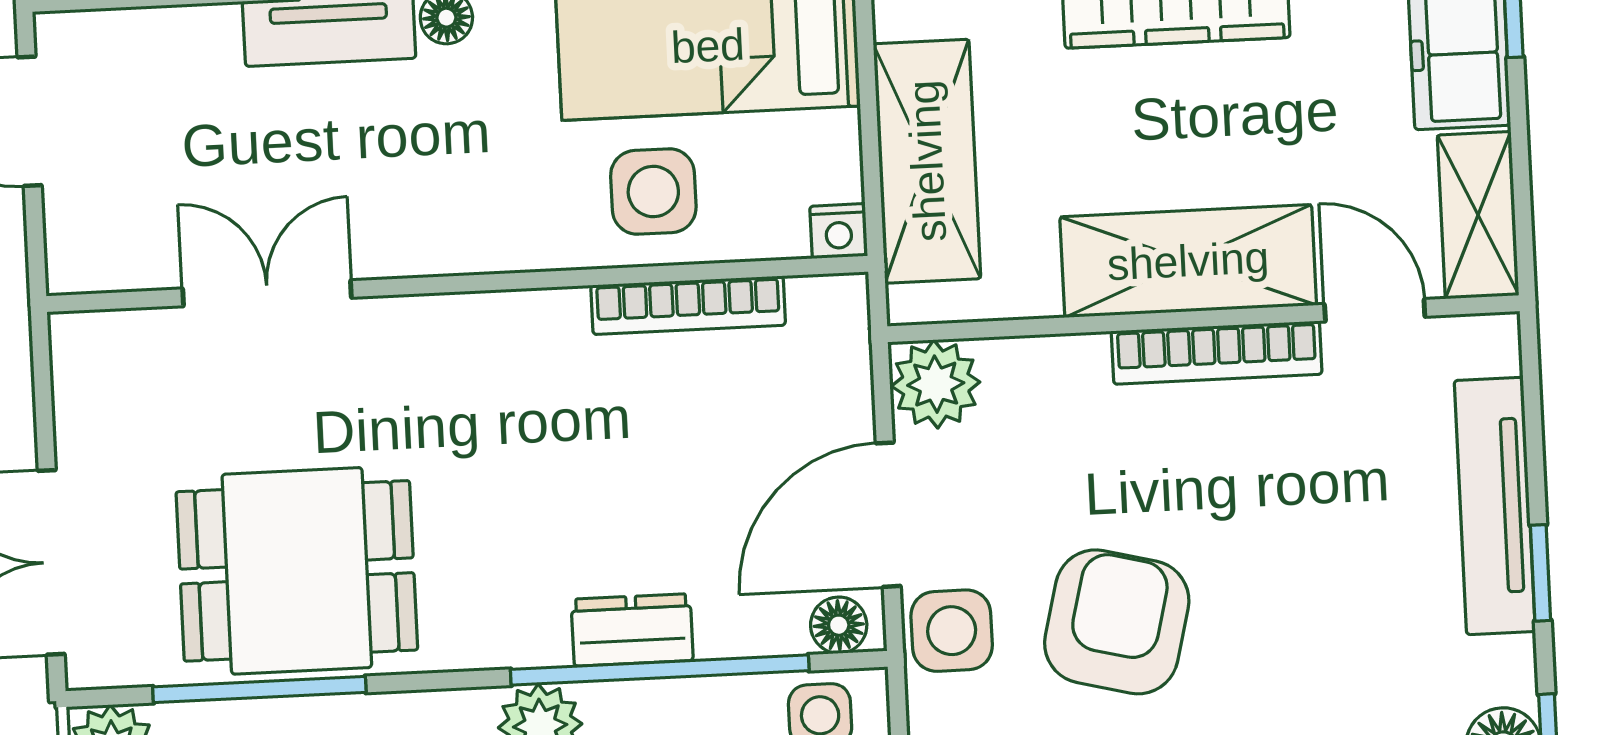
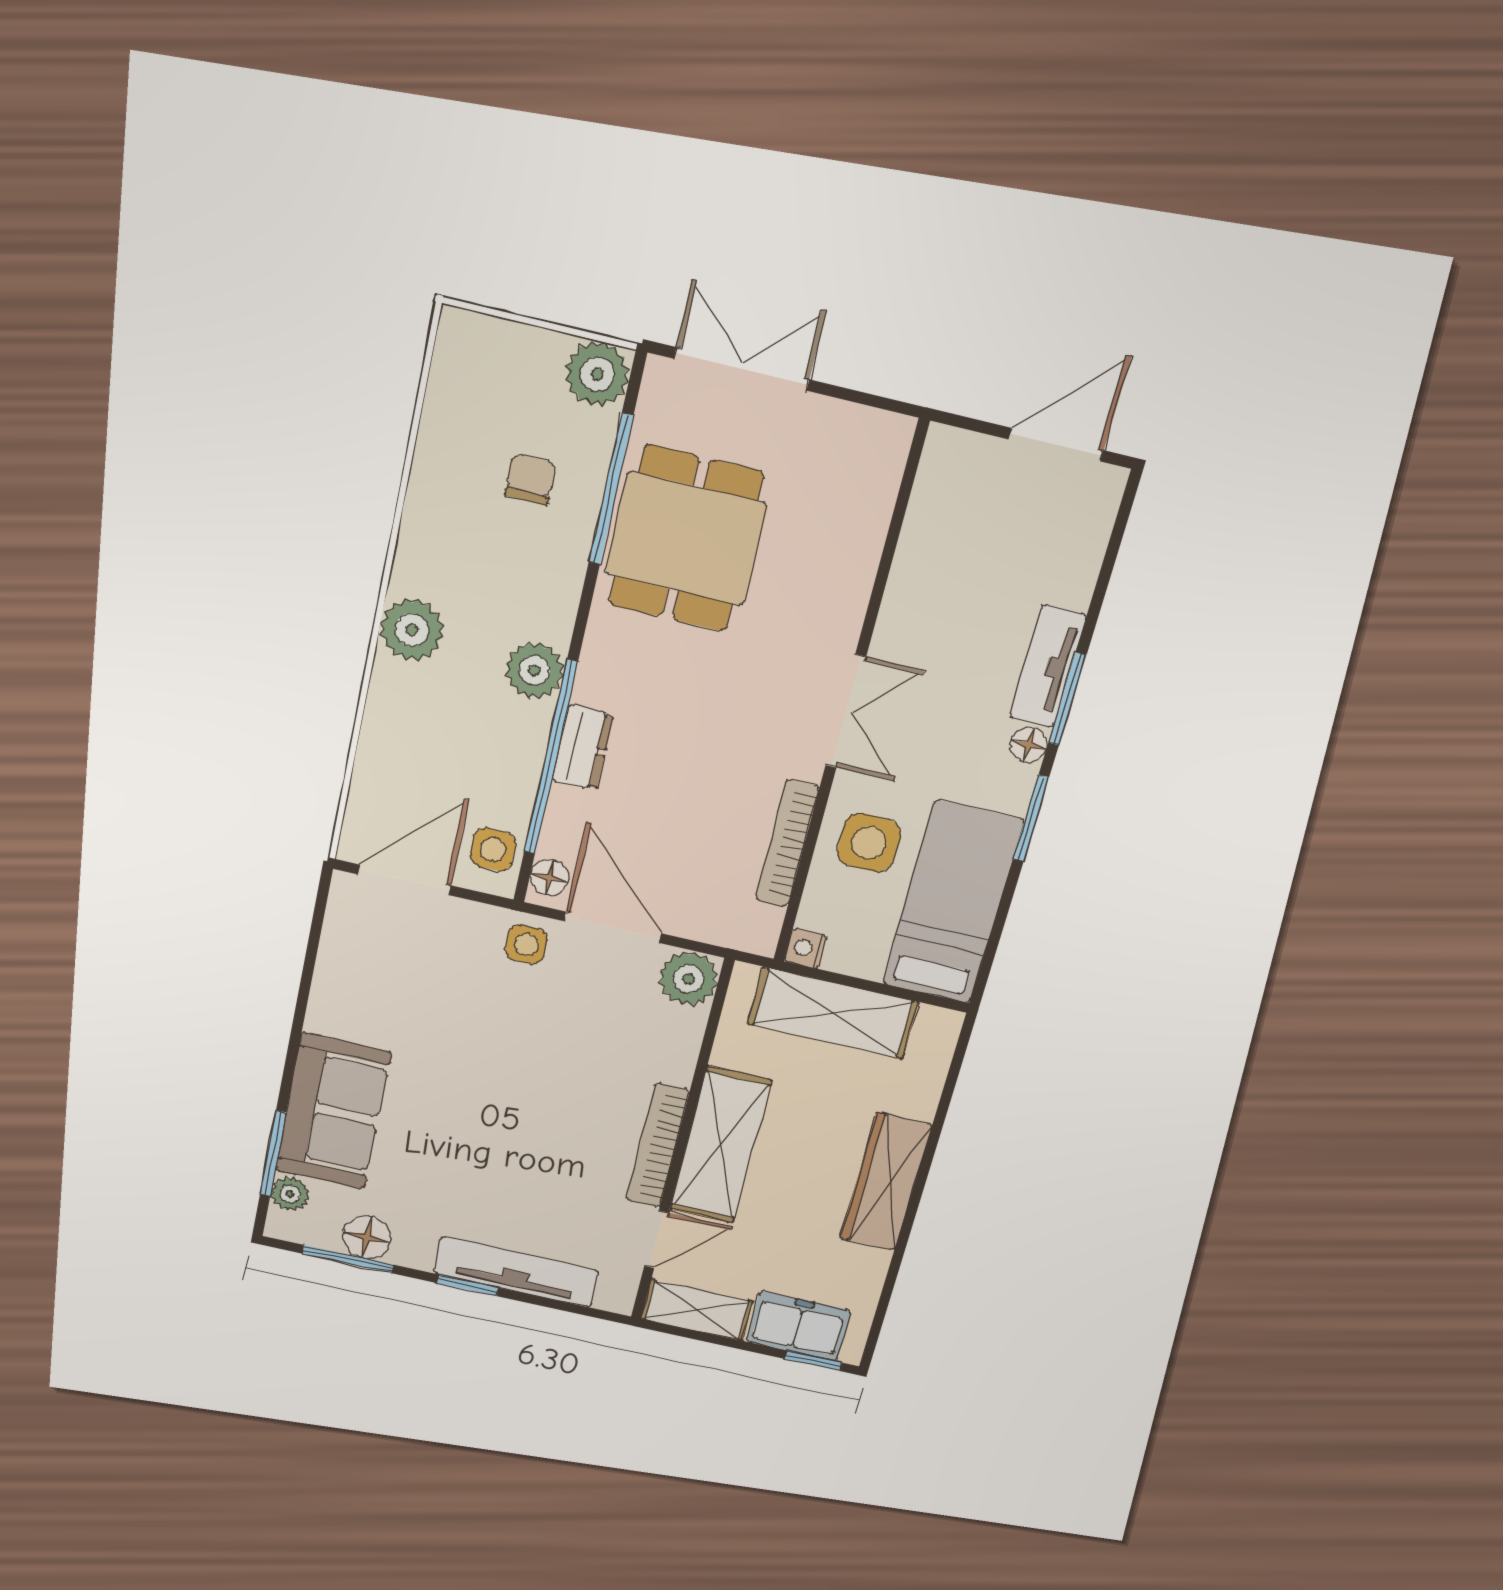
double door: (267, 293) -> (846, 711), moved
armchair: (1117, 622) -> (504, 1043), removed
side table: (952, 631) -> (526, 944), width x0.73, depth x0.73

